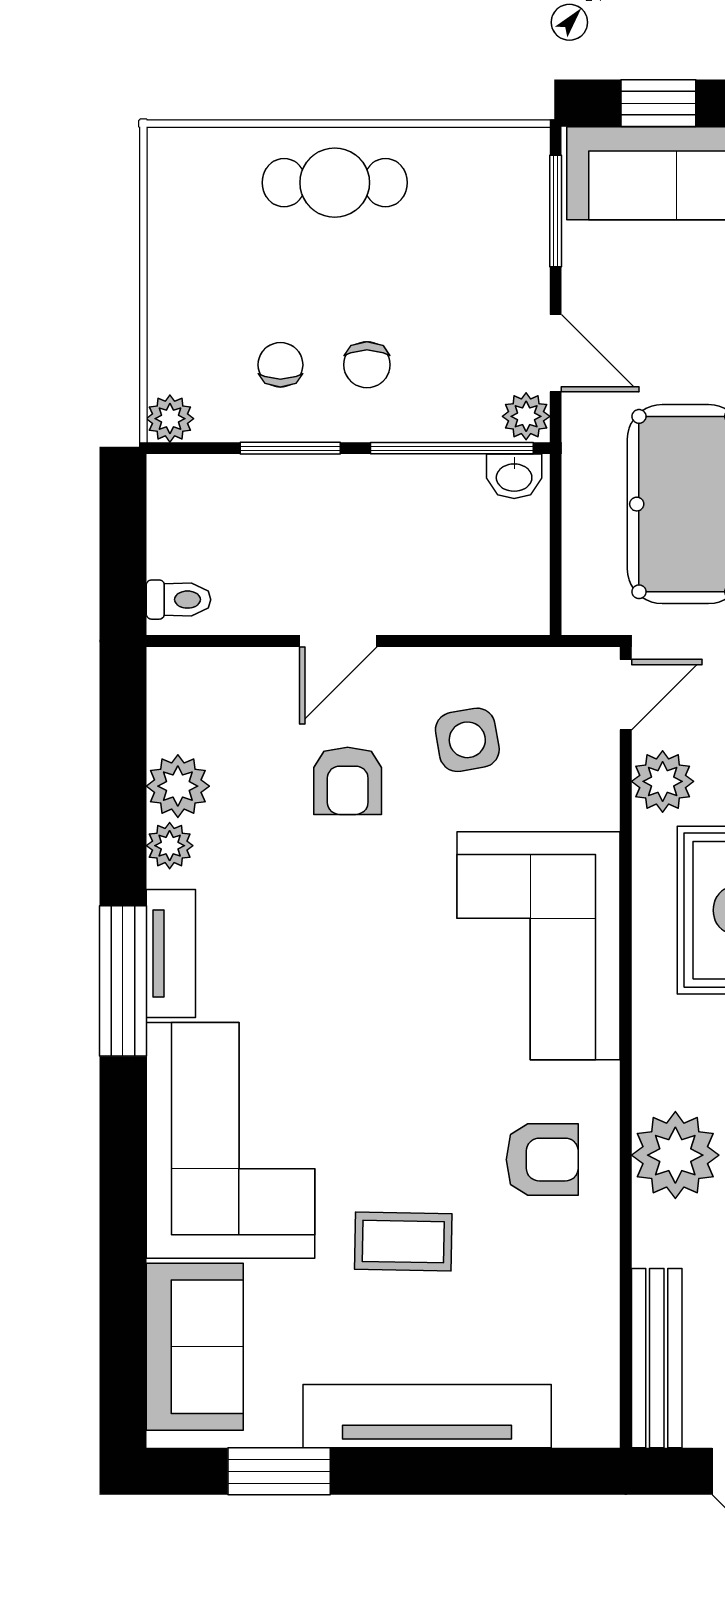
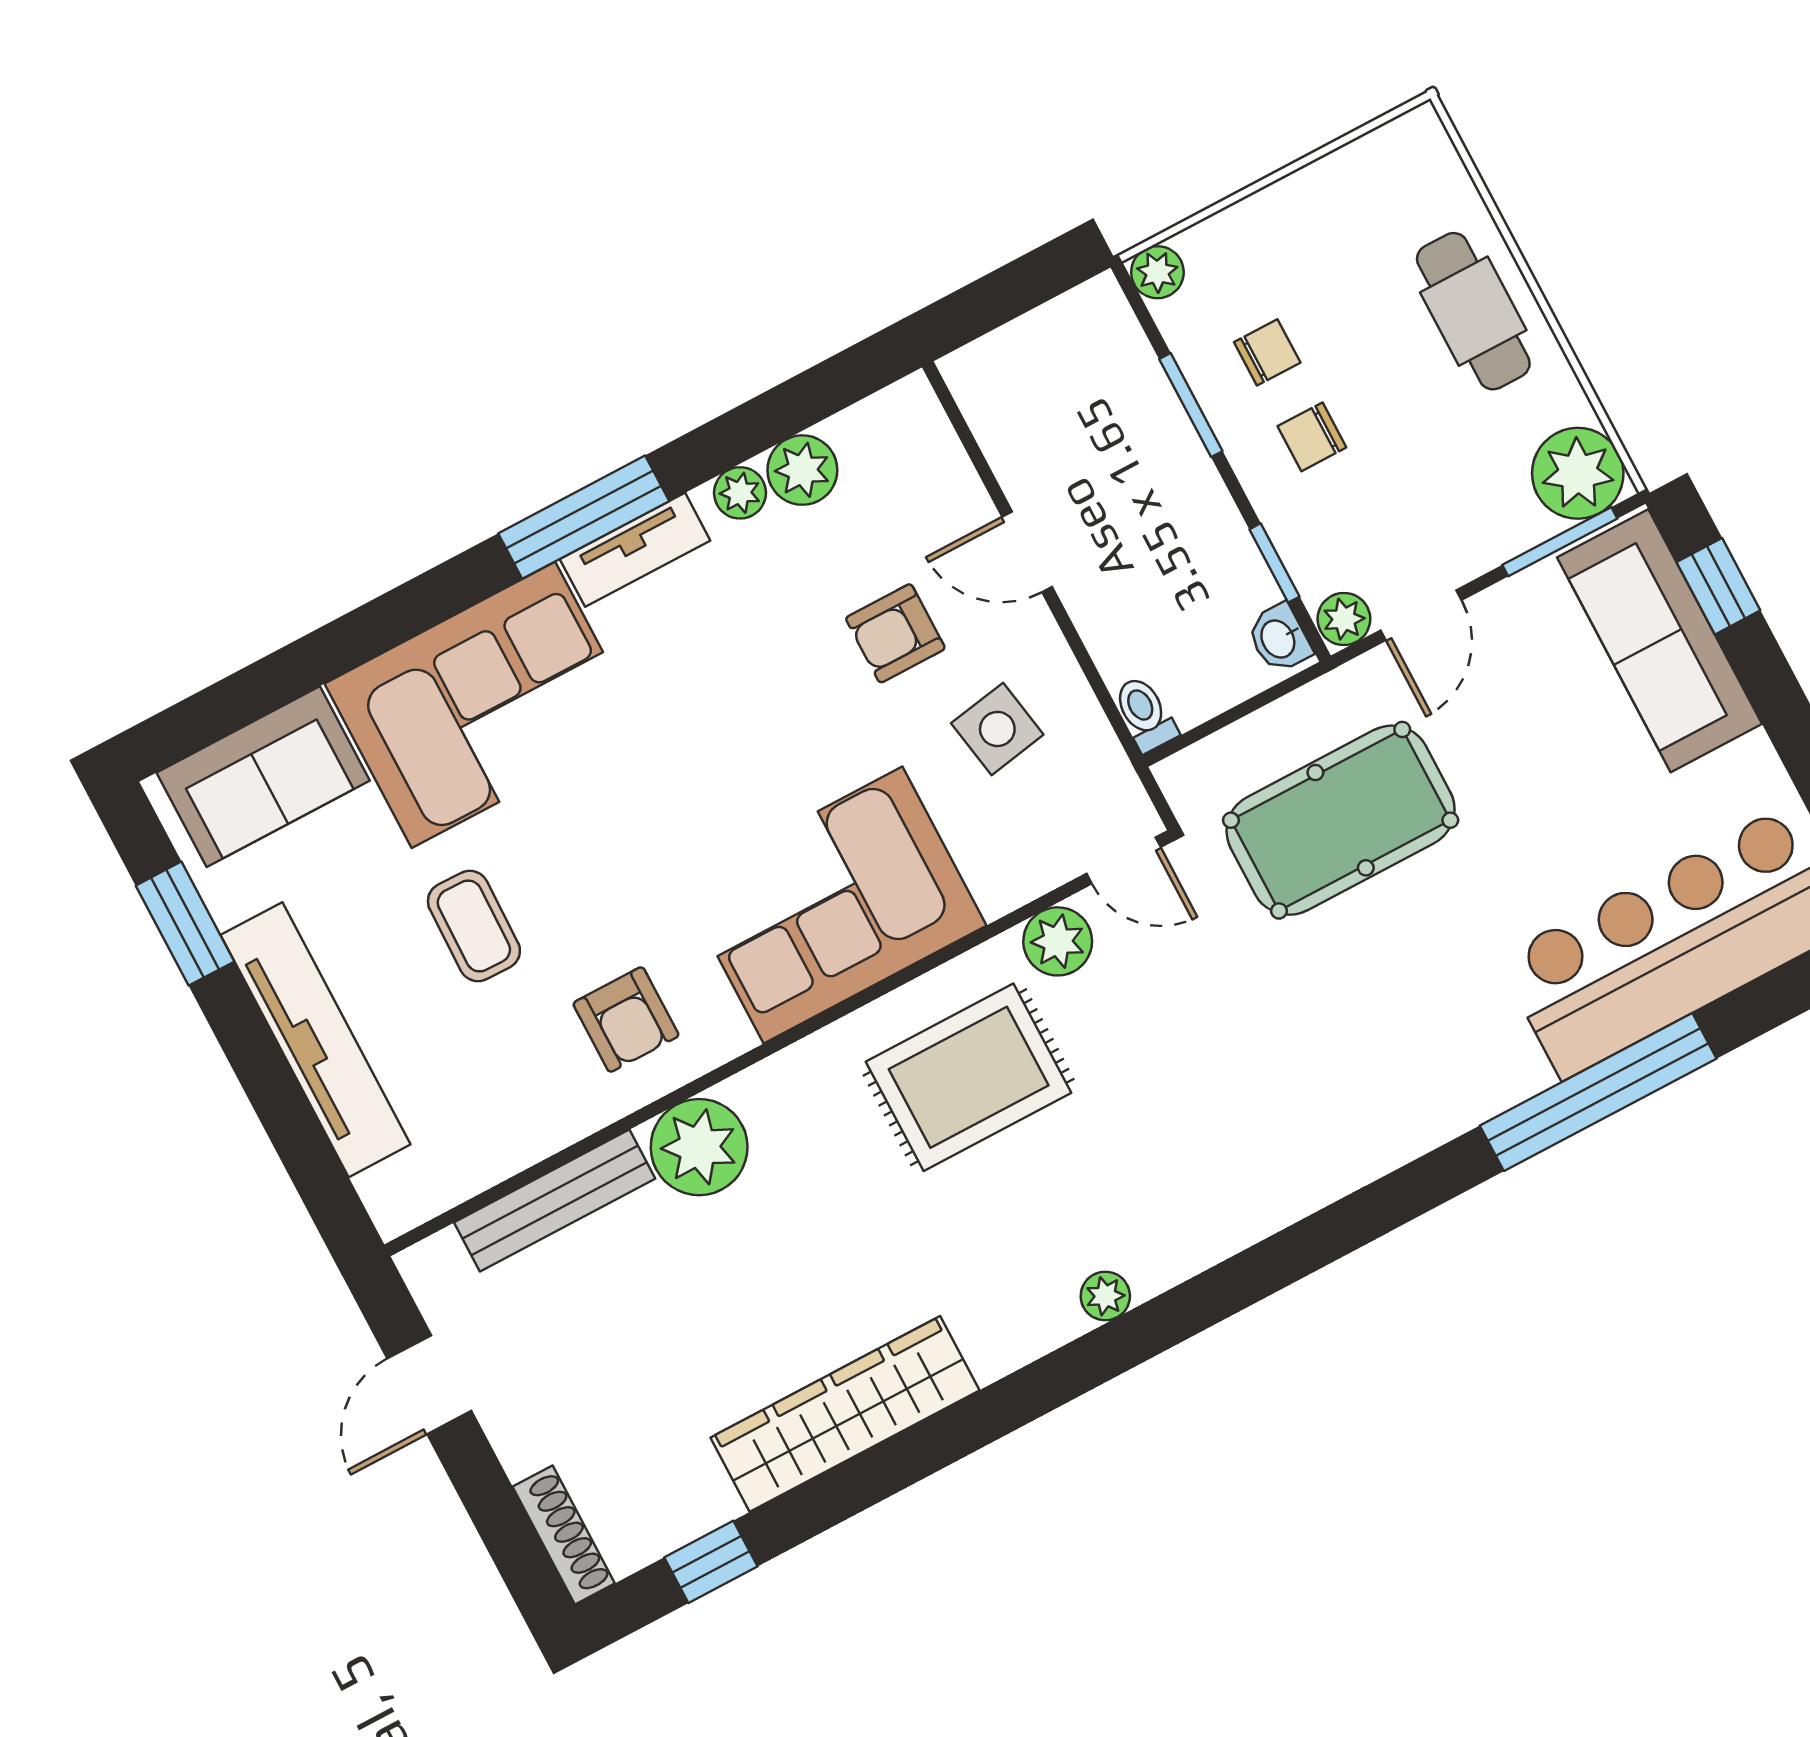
plant: (509, 168) -> (1578, 473), added
window: (452, 448) -> (1274, 563), width x0.46
toilet: (178, 600) -> (1145, 714), moved, turned 180
bench: (657, 1358) -> (555, 1200), moved

